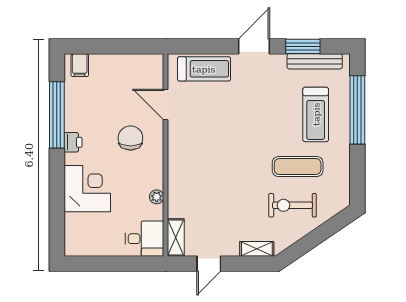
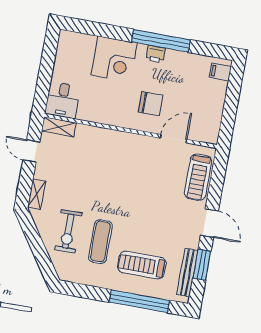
window: (57, 115) -> (161, 41), moved
plant: (157, 197) -> (96, 117), removed
exercise bike: (293, 205) -> (68, 231), turned 180

